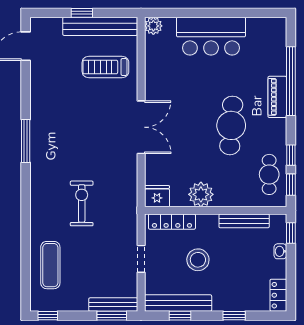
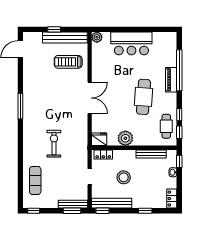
locker: (172, 222) -> (103, 154), width x0.66
window: (180, 316) -> (103, 211), moved

